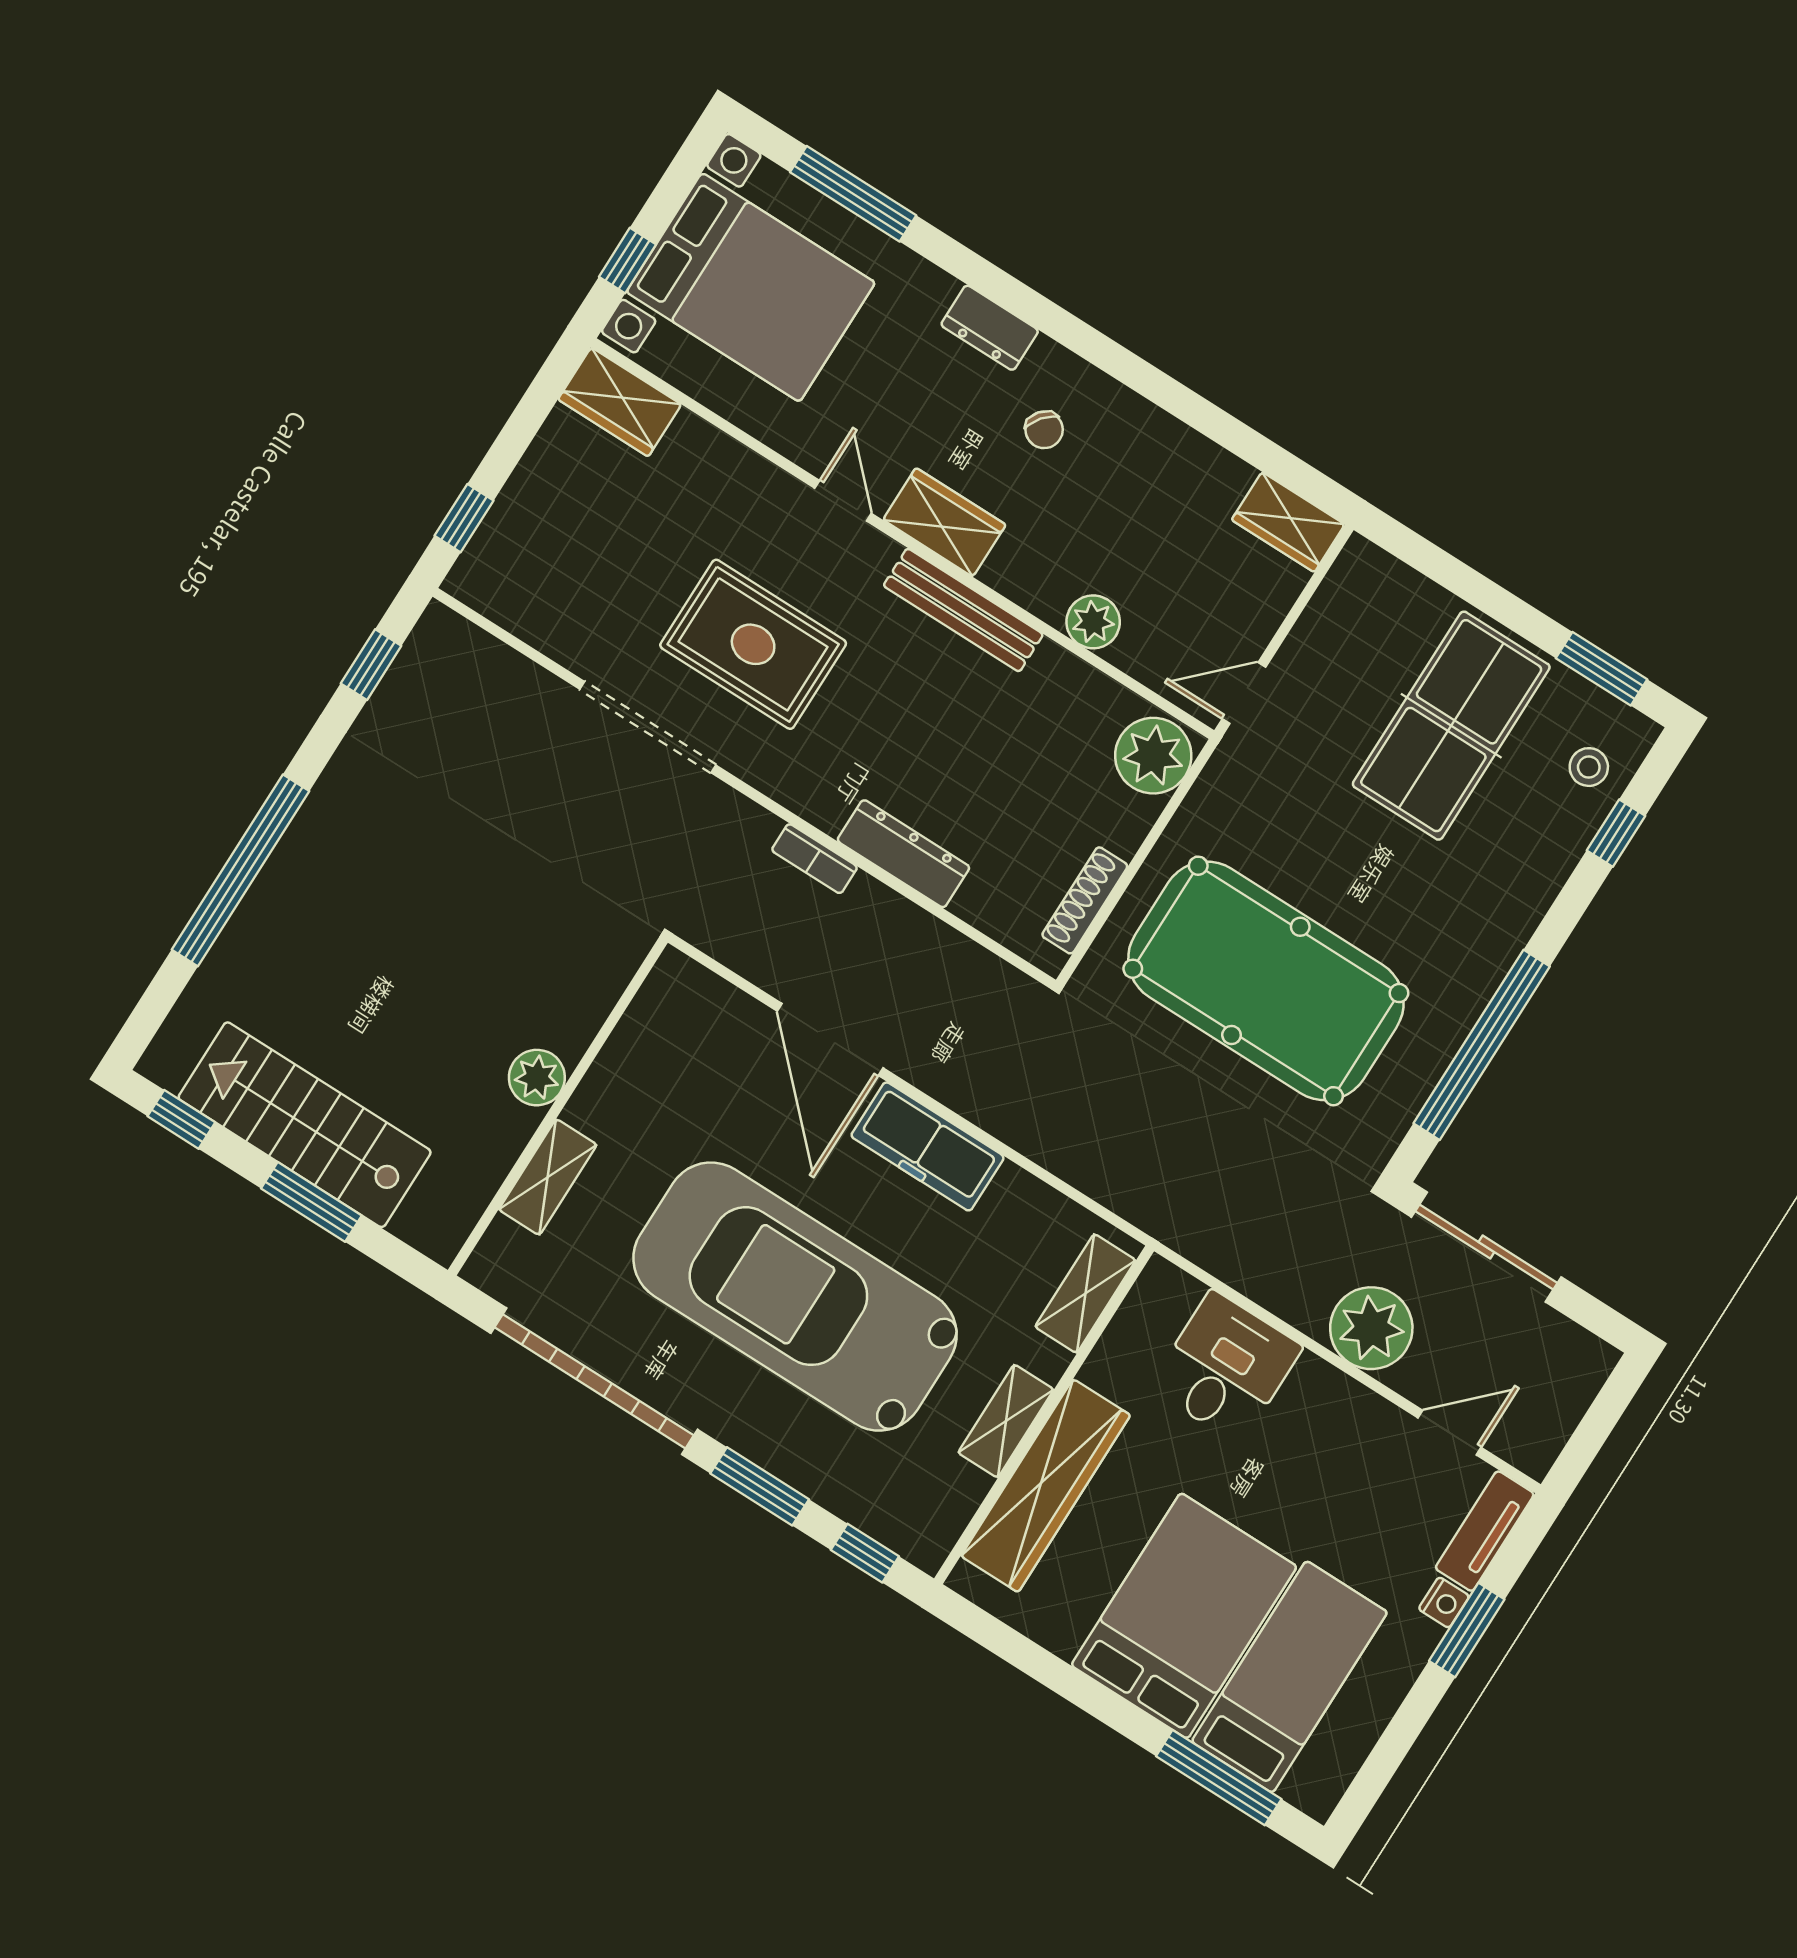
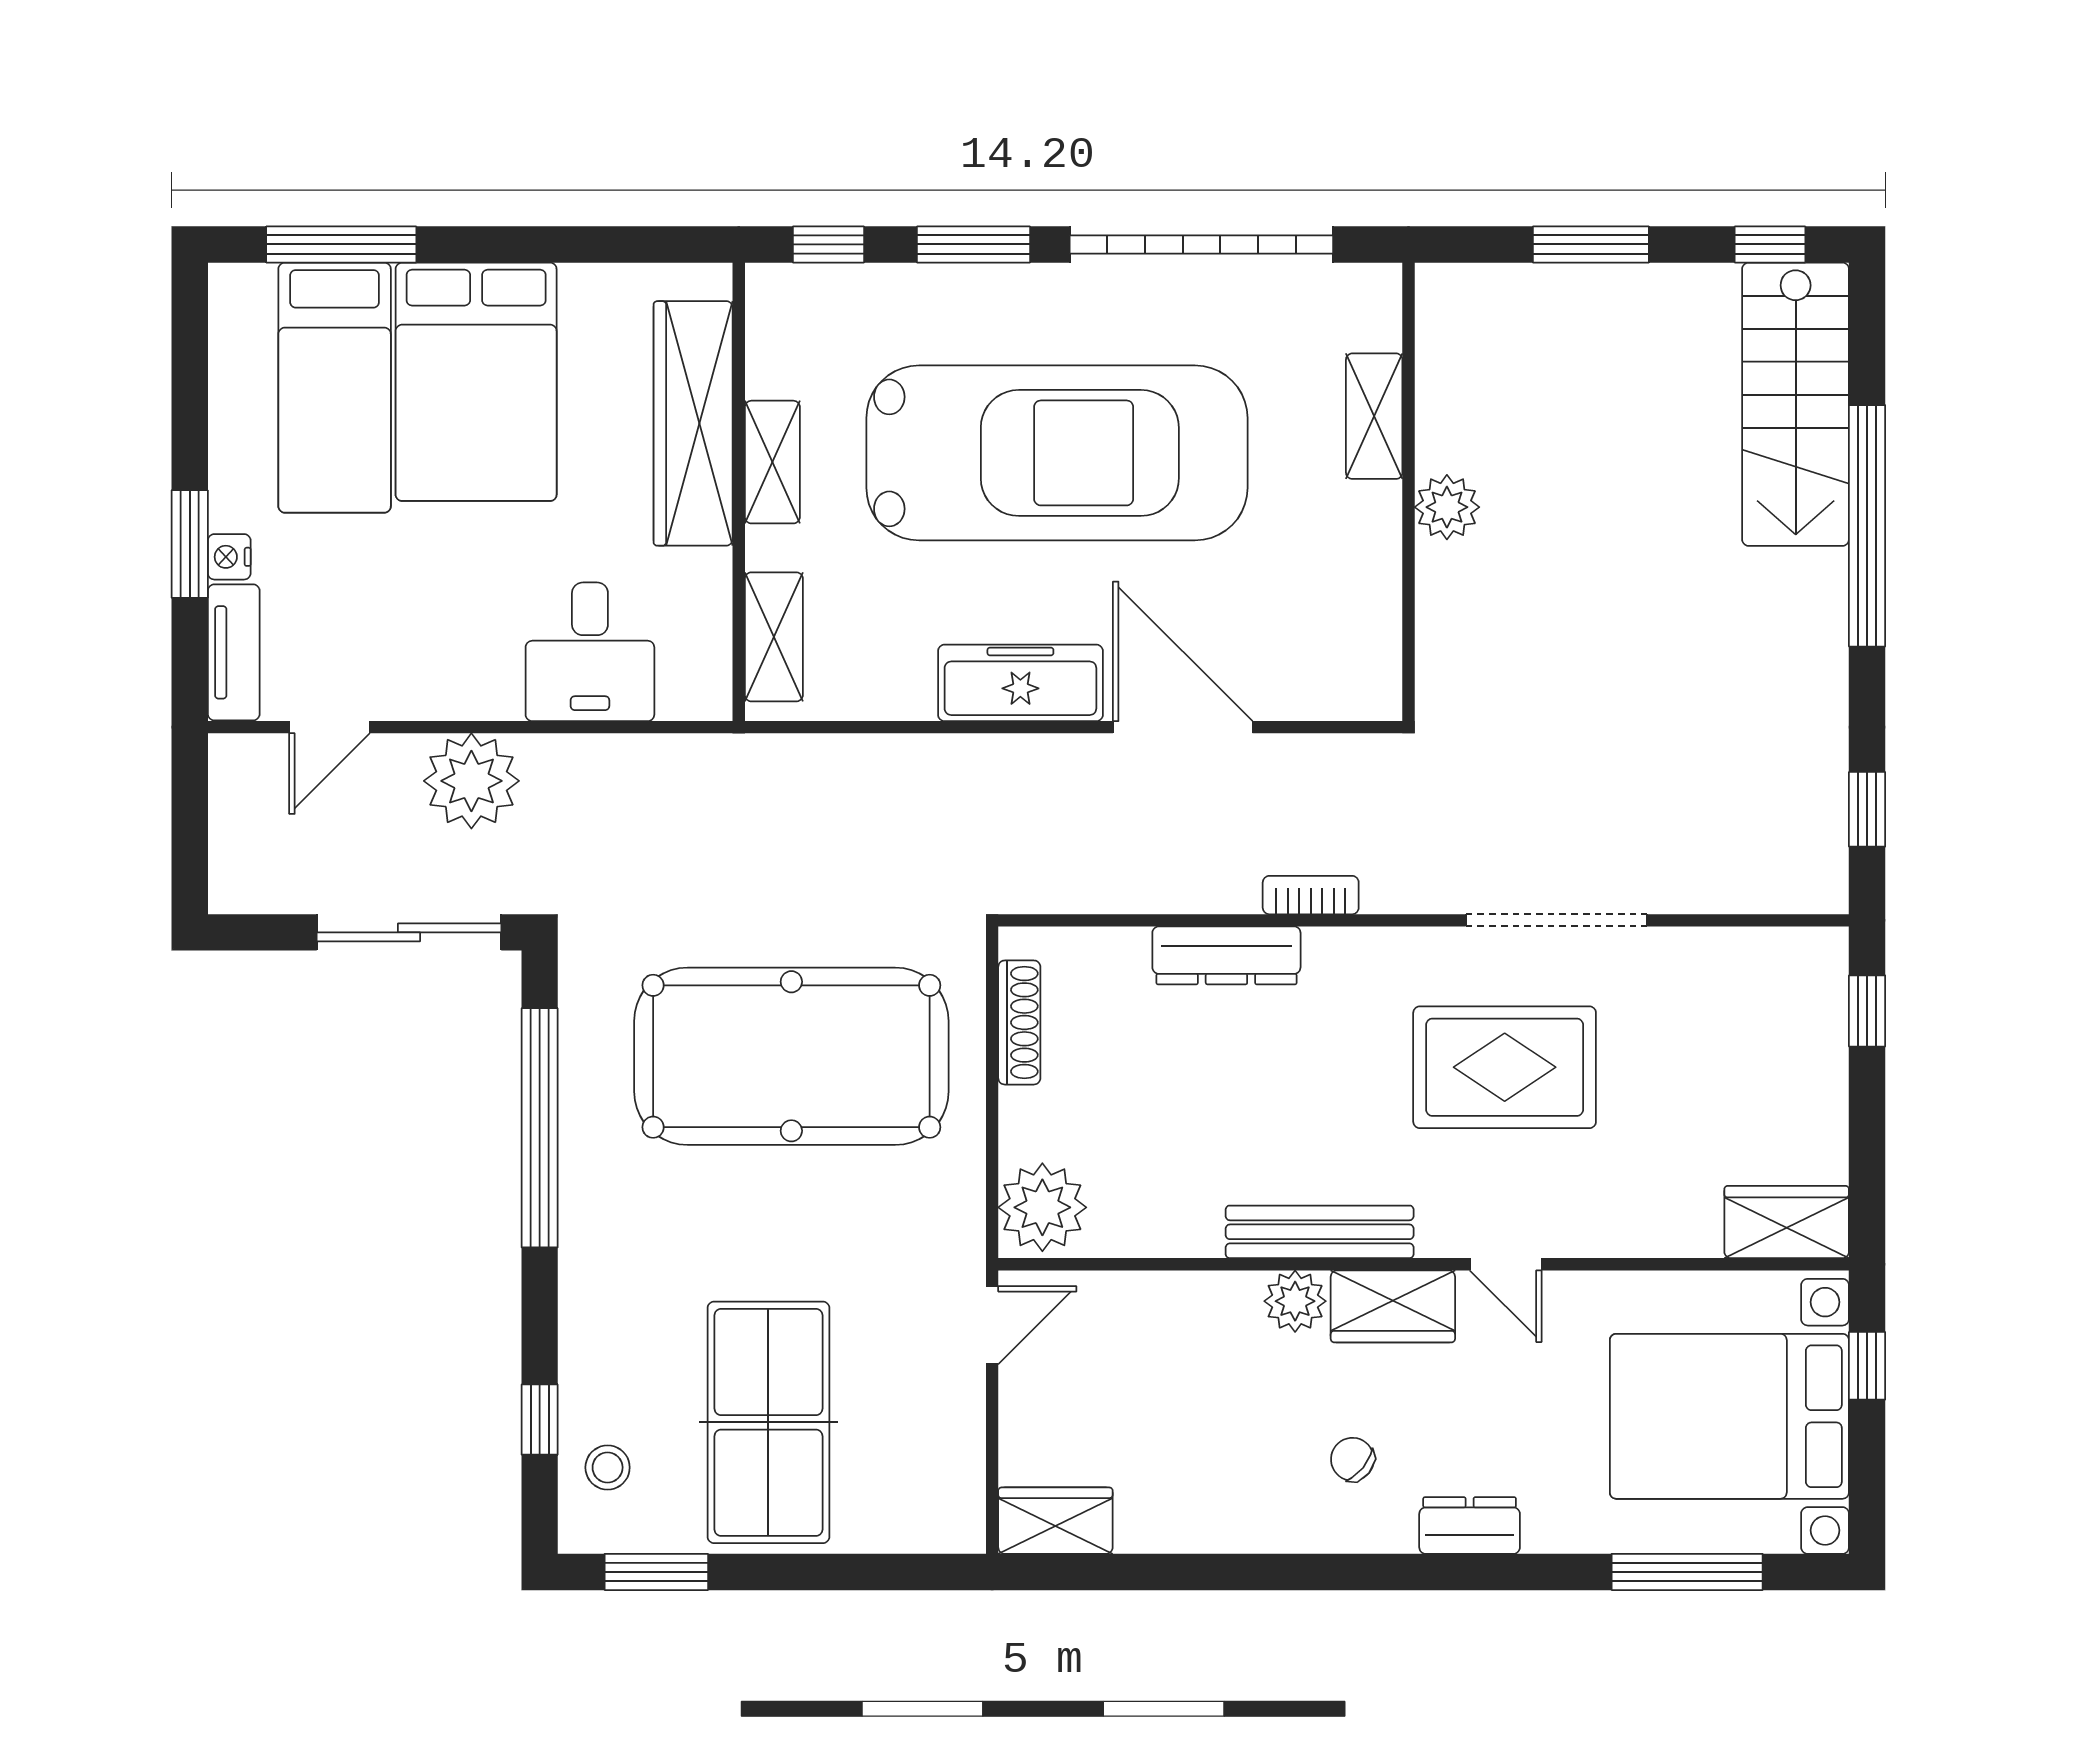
plant: (1093, 622) -> (1295, 1301), moved
stairs: (305, 1125) -> (1796, 404), moved, turned 90

